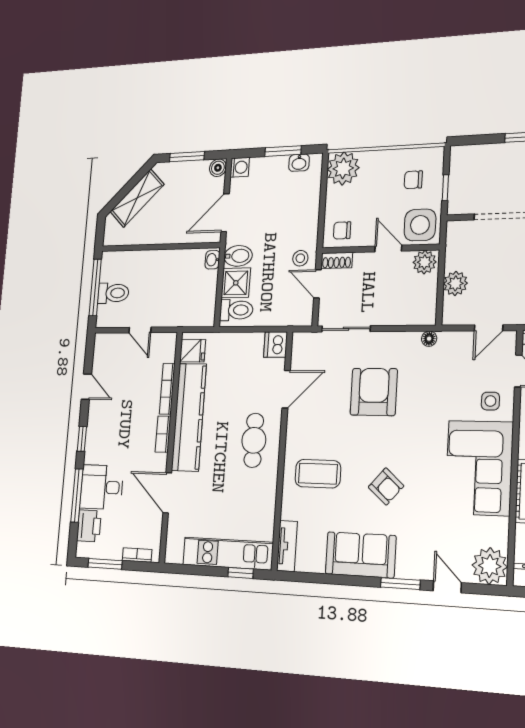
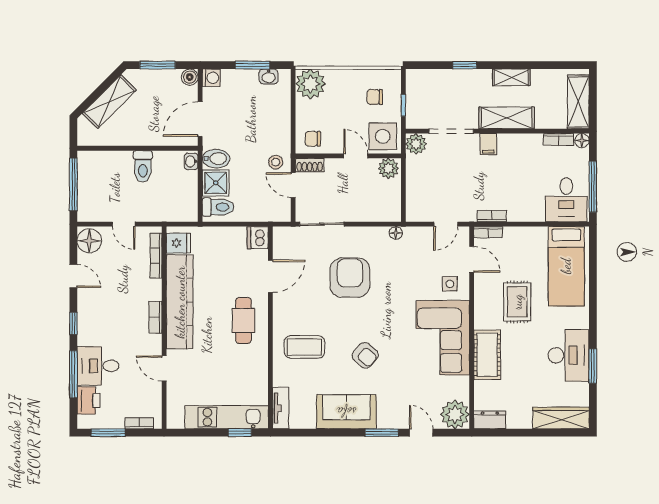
plant: (455, 283) -> (416, 144), moved
toilet: (113, 293) -> (143, 166), moved, turned 90
floor lamp: (105, 348) -> (89, 241), added
bookcase: (167, 389) -> (156, 256), moved
door: (167, 493) -> (164, 368), width x0.73

